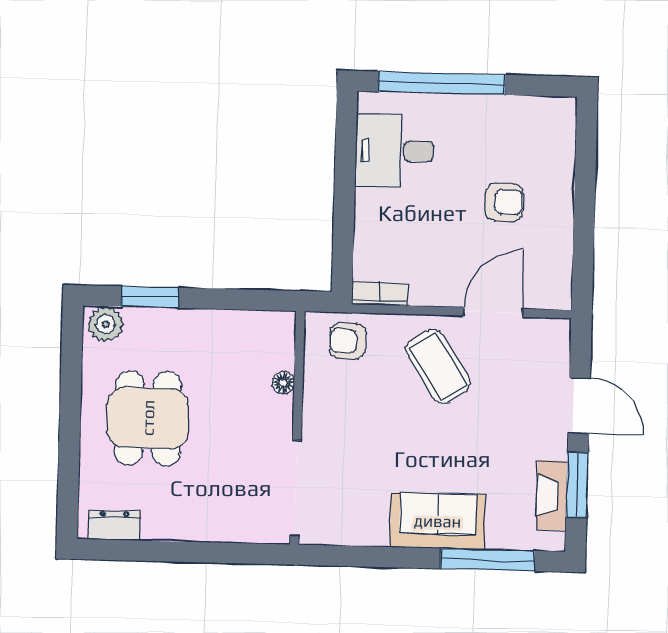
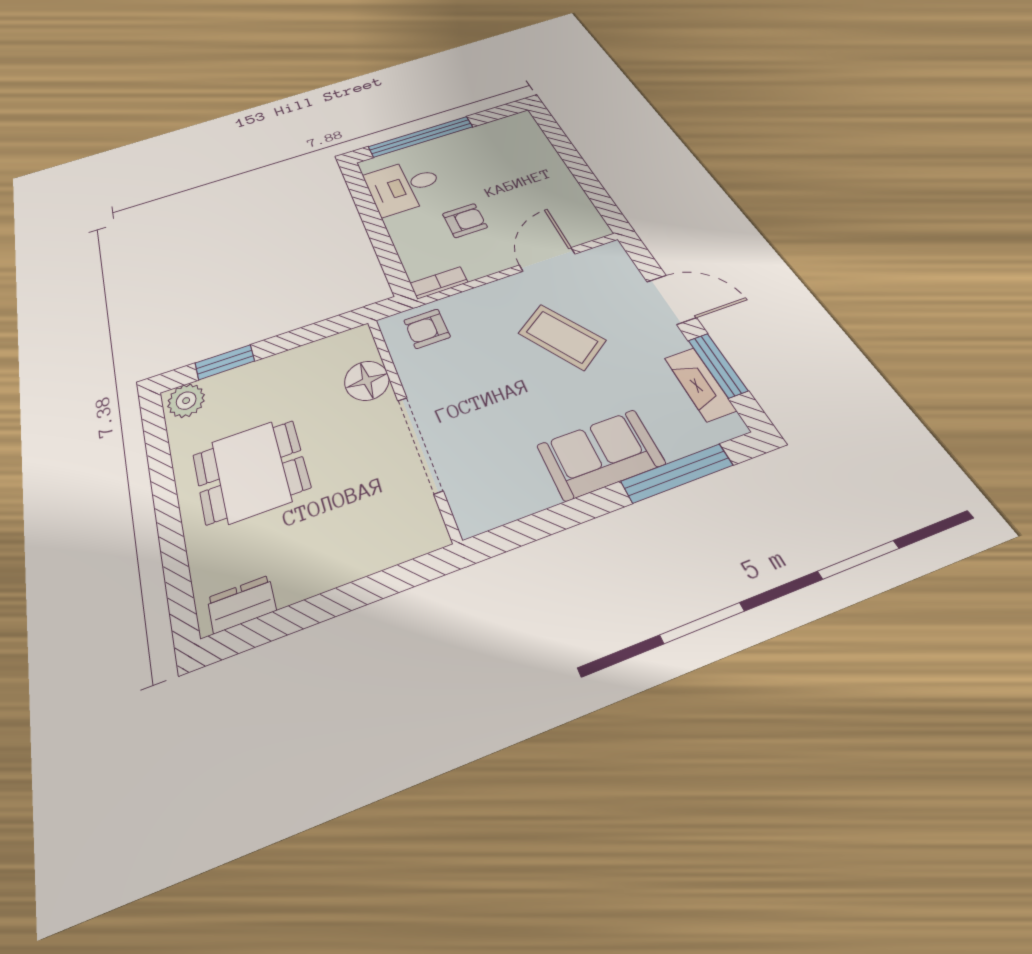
armchair: (504, 202) -> (465, 221), moved
coffee table: (438, 366) -> (562, 337), moved
floor lamp: (283, 383) -> (367, 381), width x1.89, depth x1.89
dining table: (148, 418) -> (251, 471), turned 90
doorway: (296, 488) -> (420, 444), moved

